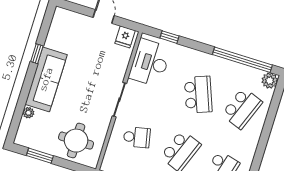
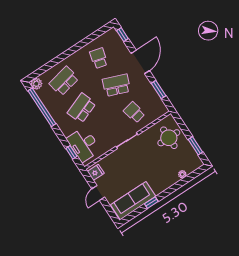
desk: (150, 63) -> (84, 145), moved, turned 90
sofa: (46, 79) -> (133, 201), moved
school desk: (242, 108) -> (64, 81), turned -33

